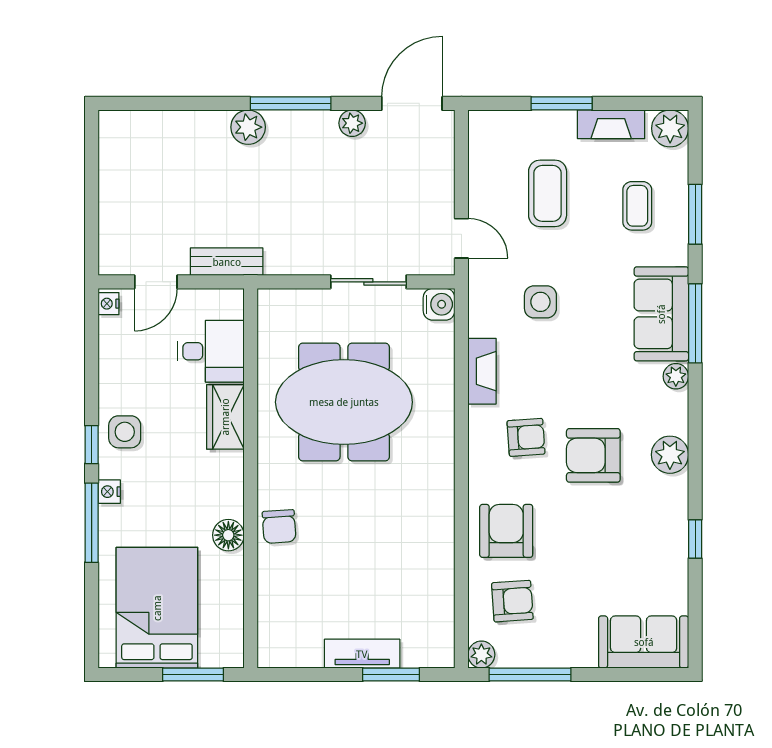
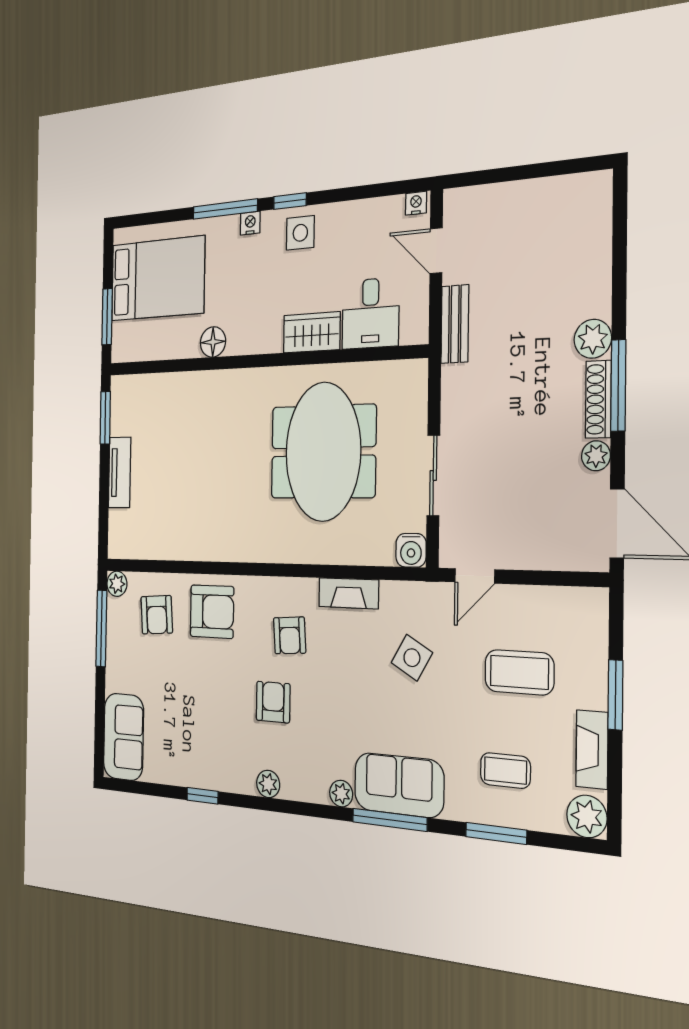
shoe rack: (302, 122) -> (598, 399), added
side table: (540, 302) -> (412, 658), turned 30
armchair: (593, 455) -> (273, 702), width x0.72, depth x0.72
plant: (670, 455) -> (268, 784), width x0.73, depth x0.73
chair: (279, 526) -> (219, 391), removed
window: (391, 674) -> (105, 418), moved

